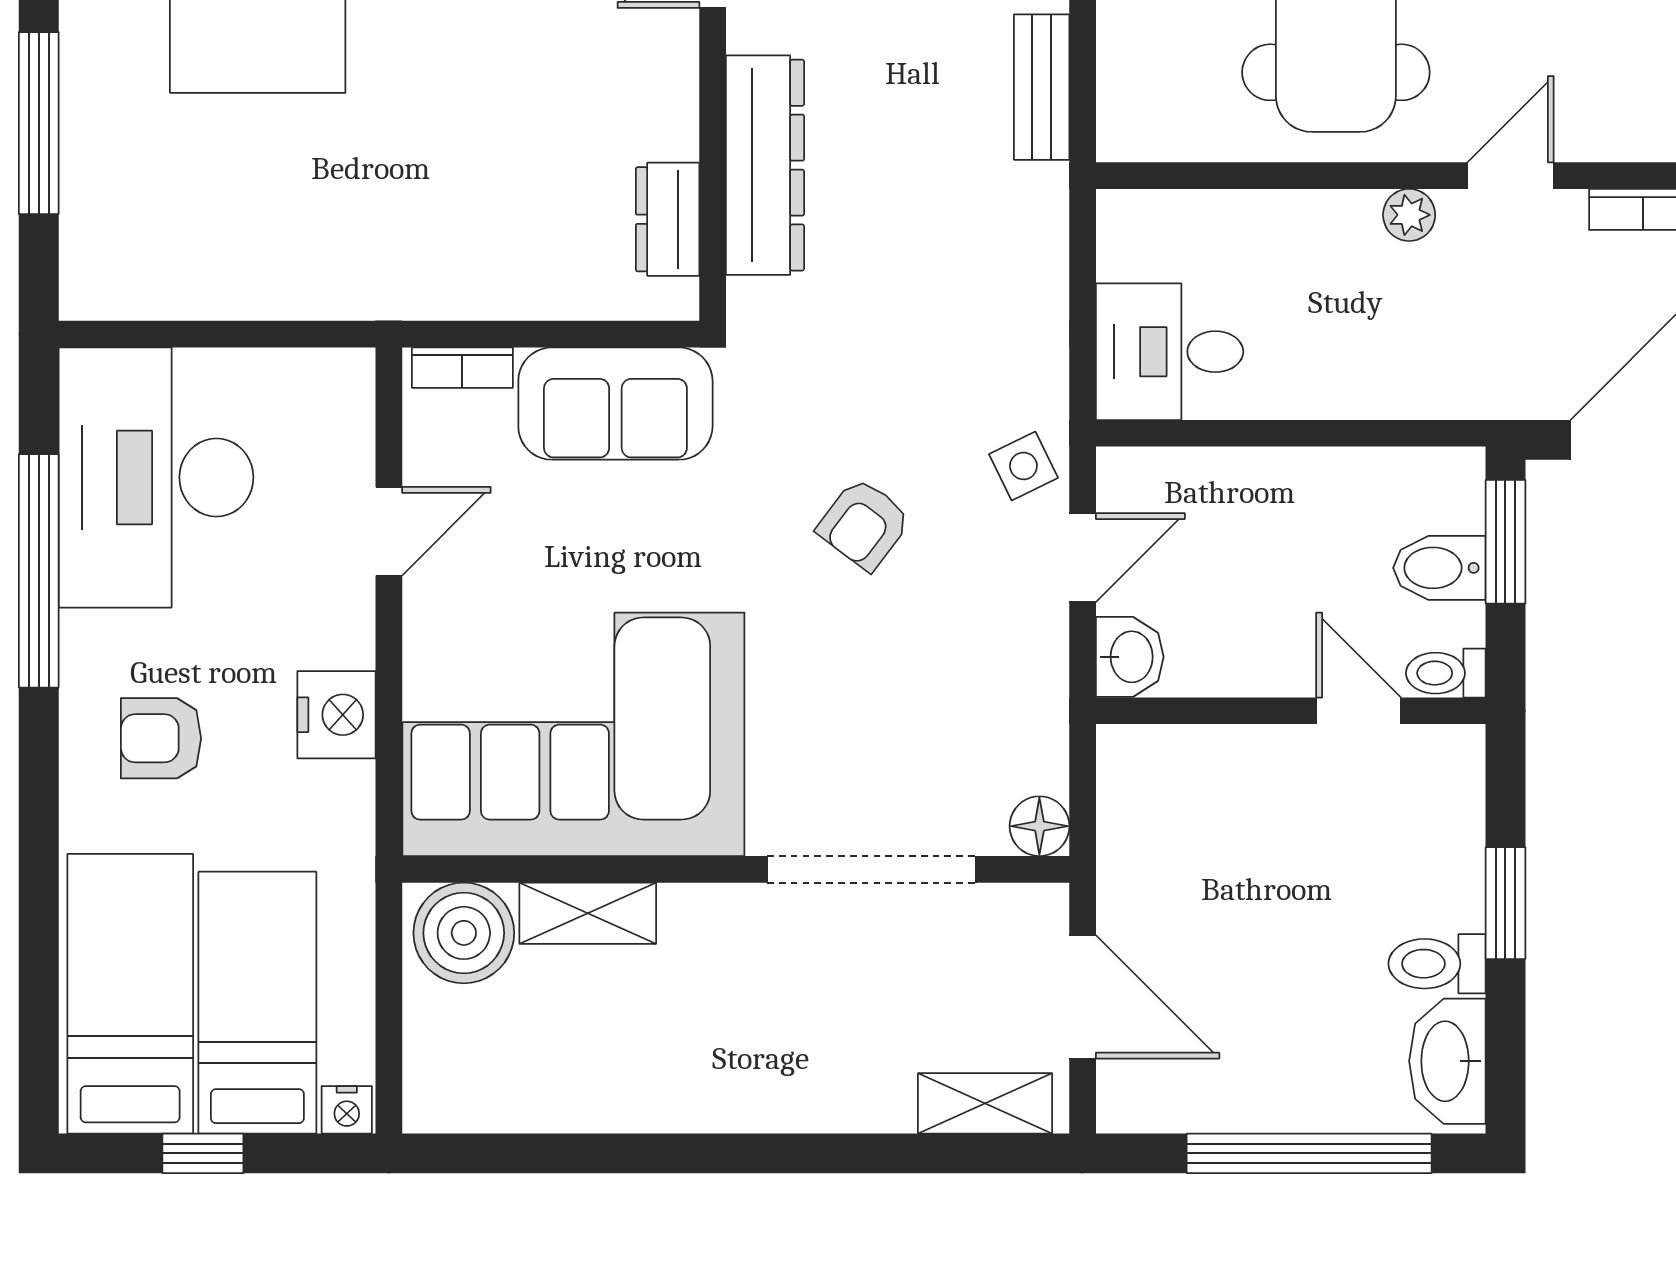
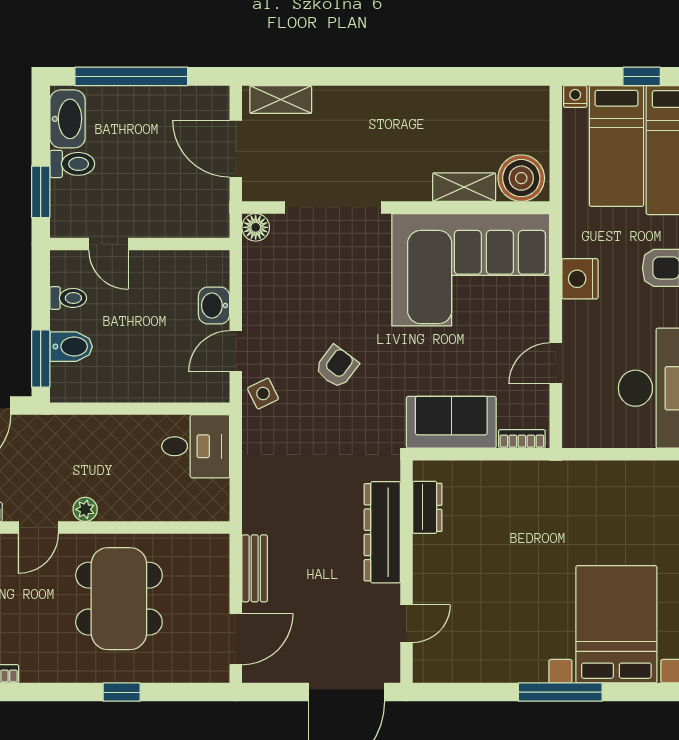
wall: (1291, 711) -> (140, 244), moved
door: (1359, 711) -> (108, 244), moved

